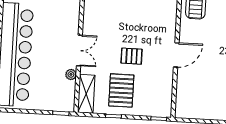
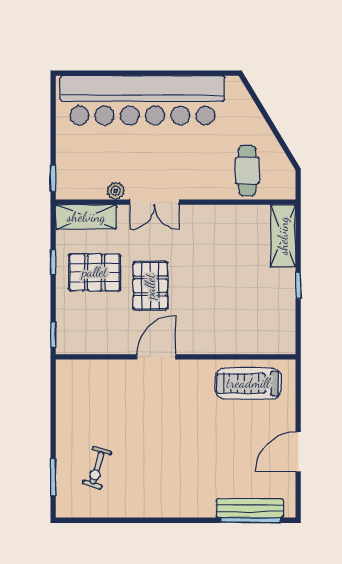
door: (176, 55) -> (156, 357), swing flipped
pallet: (132, 56) -> (150, 286), width x1.50, depth x1.42

